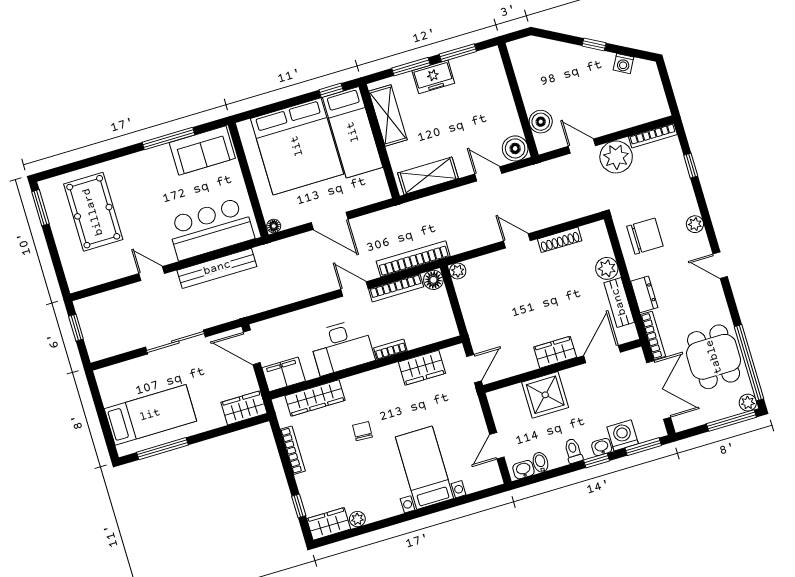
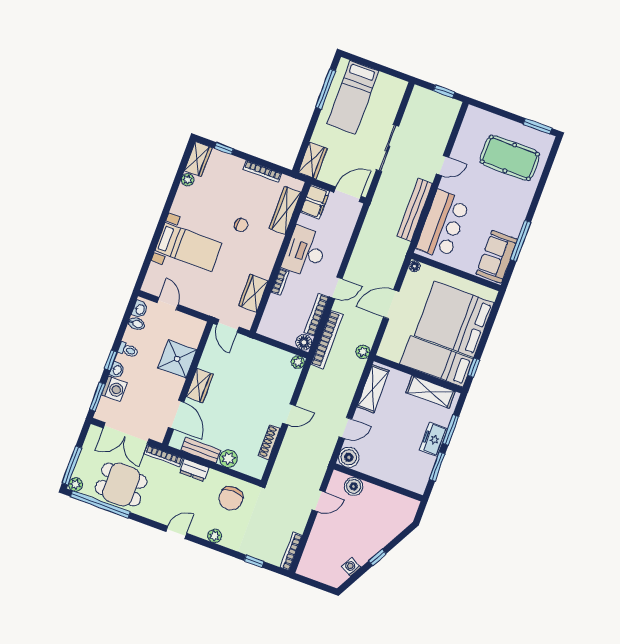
plant: (616, 157) -> (363, 352), moved, width x0.53, depth x0.53

